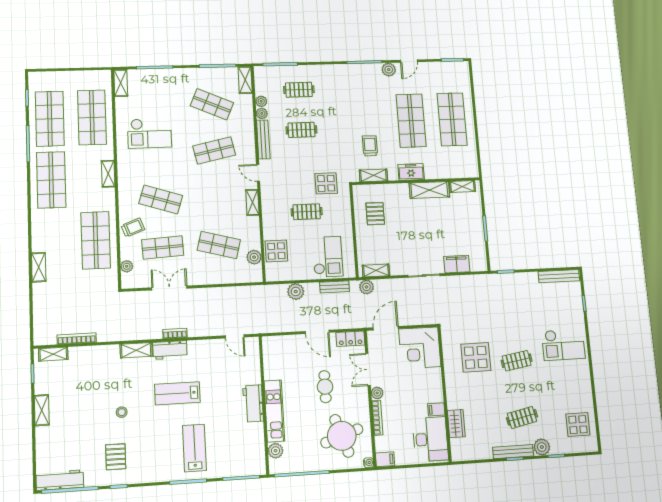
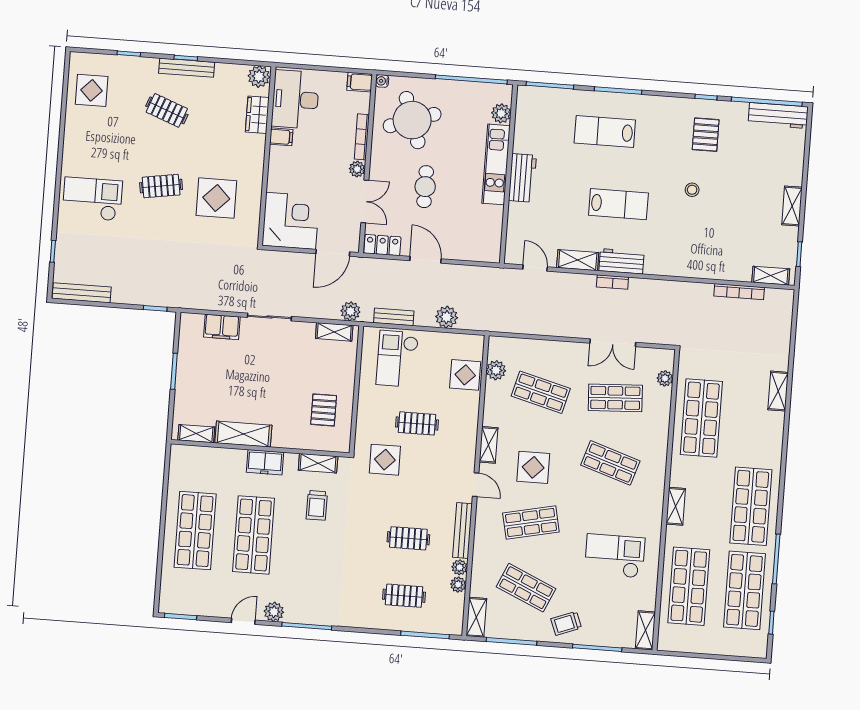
display table: (218, 190) -> (533, 467), added
trolley: (133, 228) -> (566, 623), moved
shelving: (136, 350) -> (578, 260), moved
clothes rail: (522, 417) -> (167, 110), turned 33
plant: (542, 447) -> (259, 77), moved
lab bench: (195, 448) -> (605, 131), turned 90

